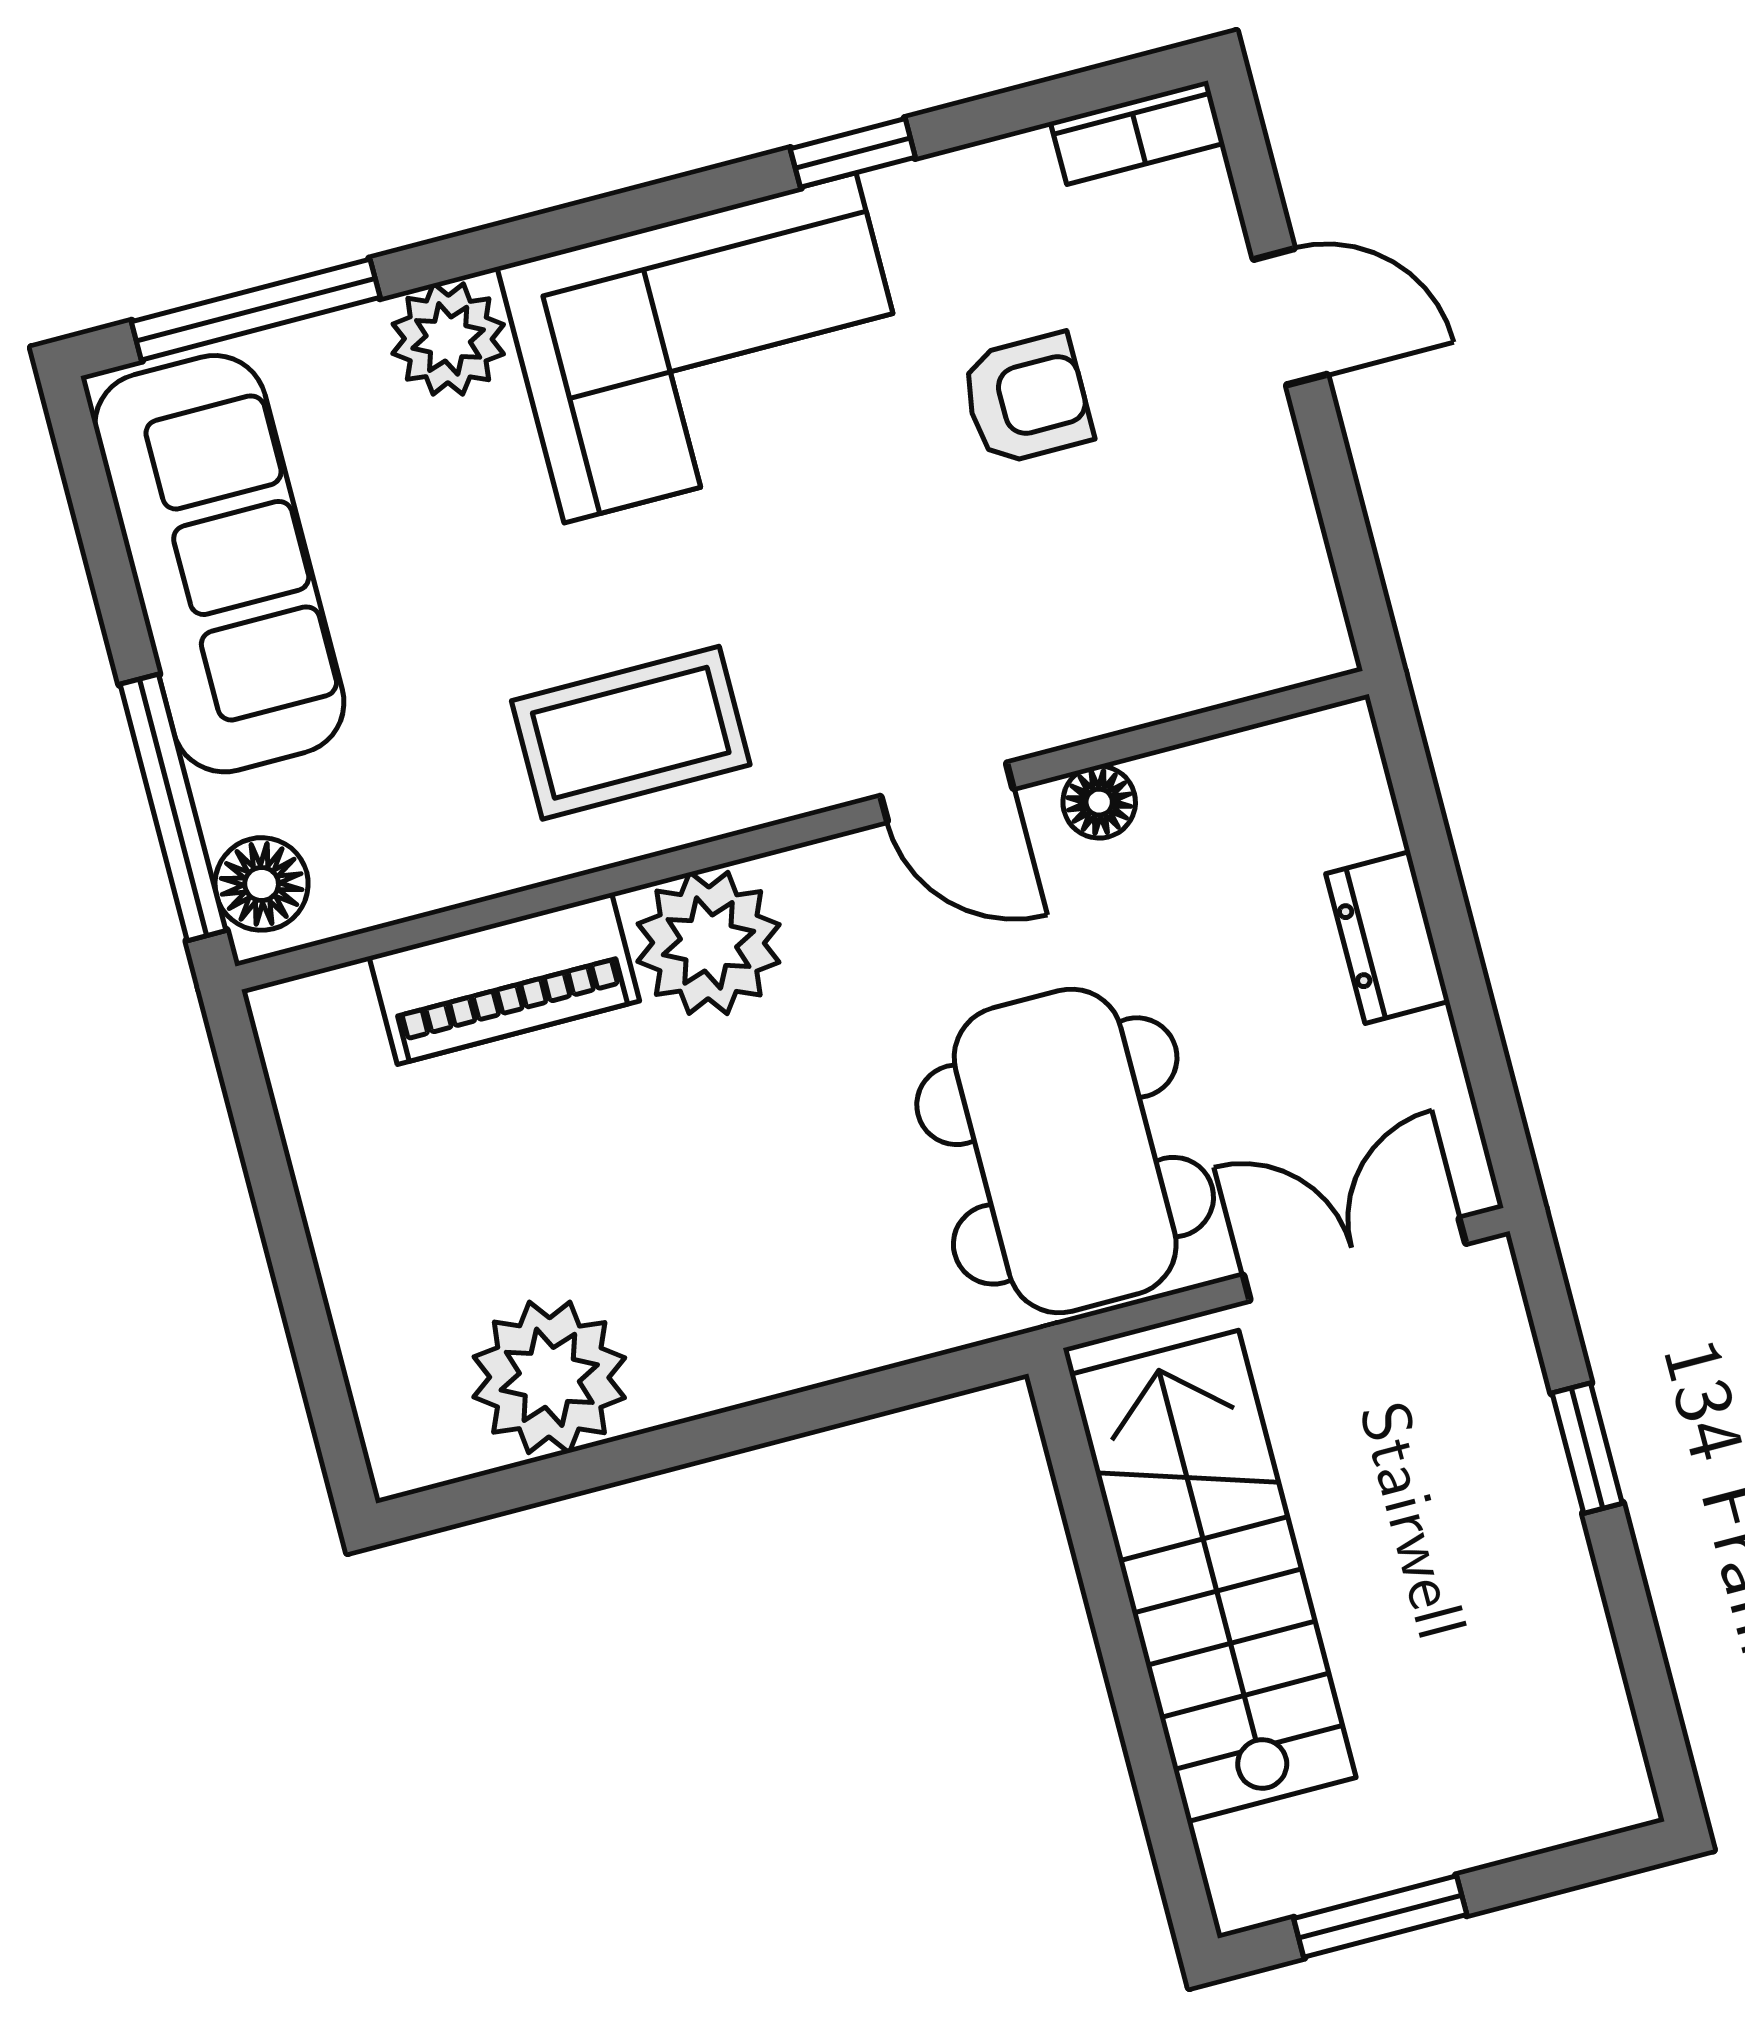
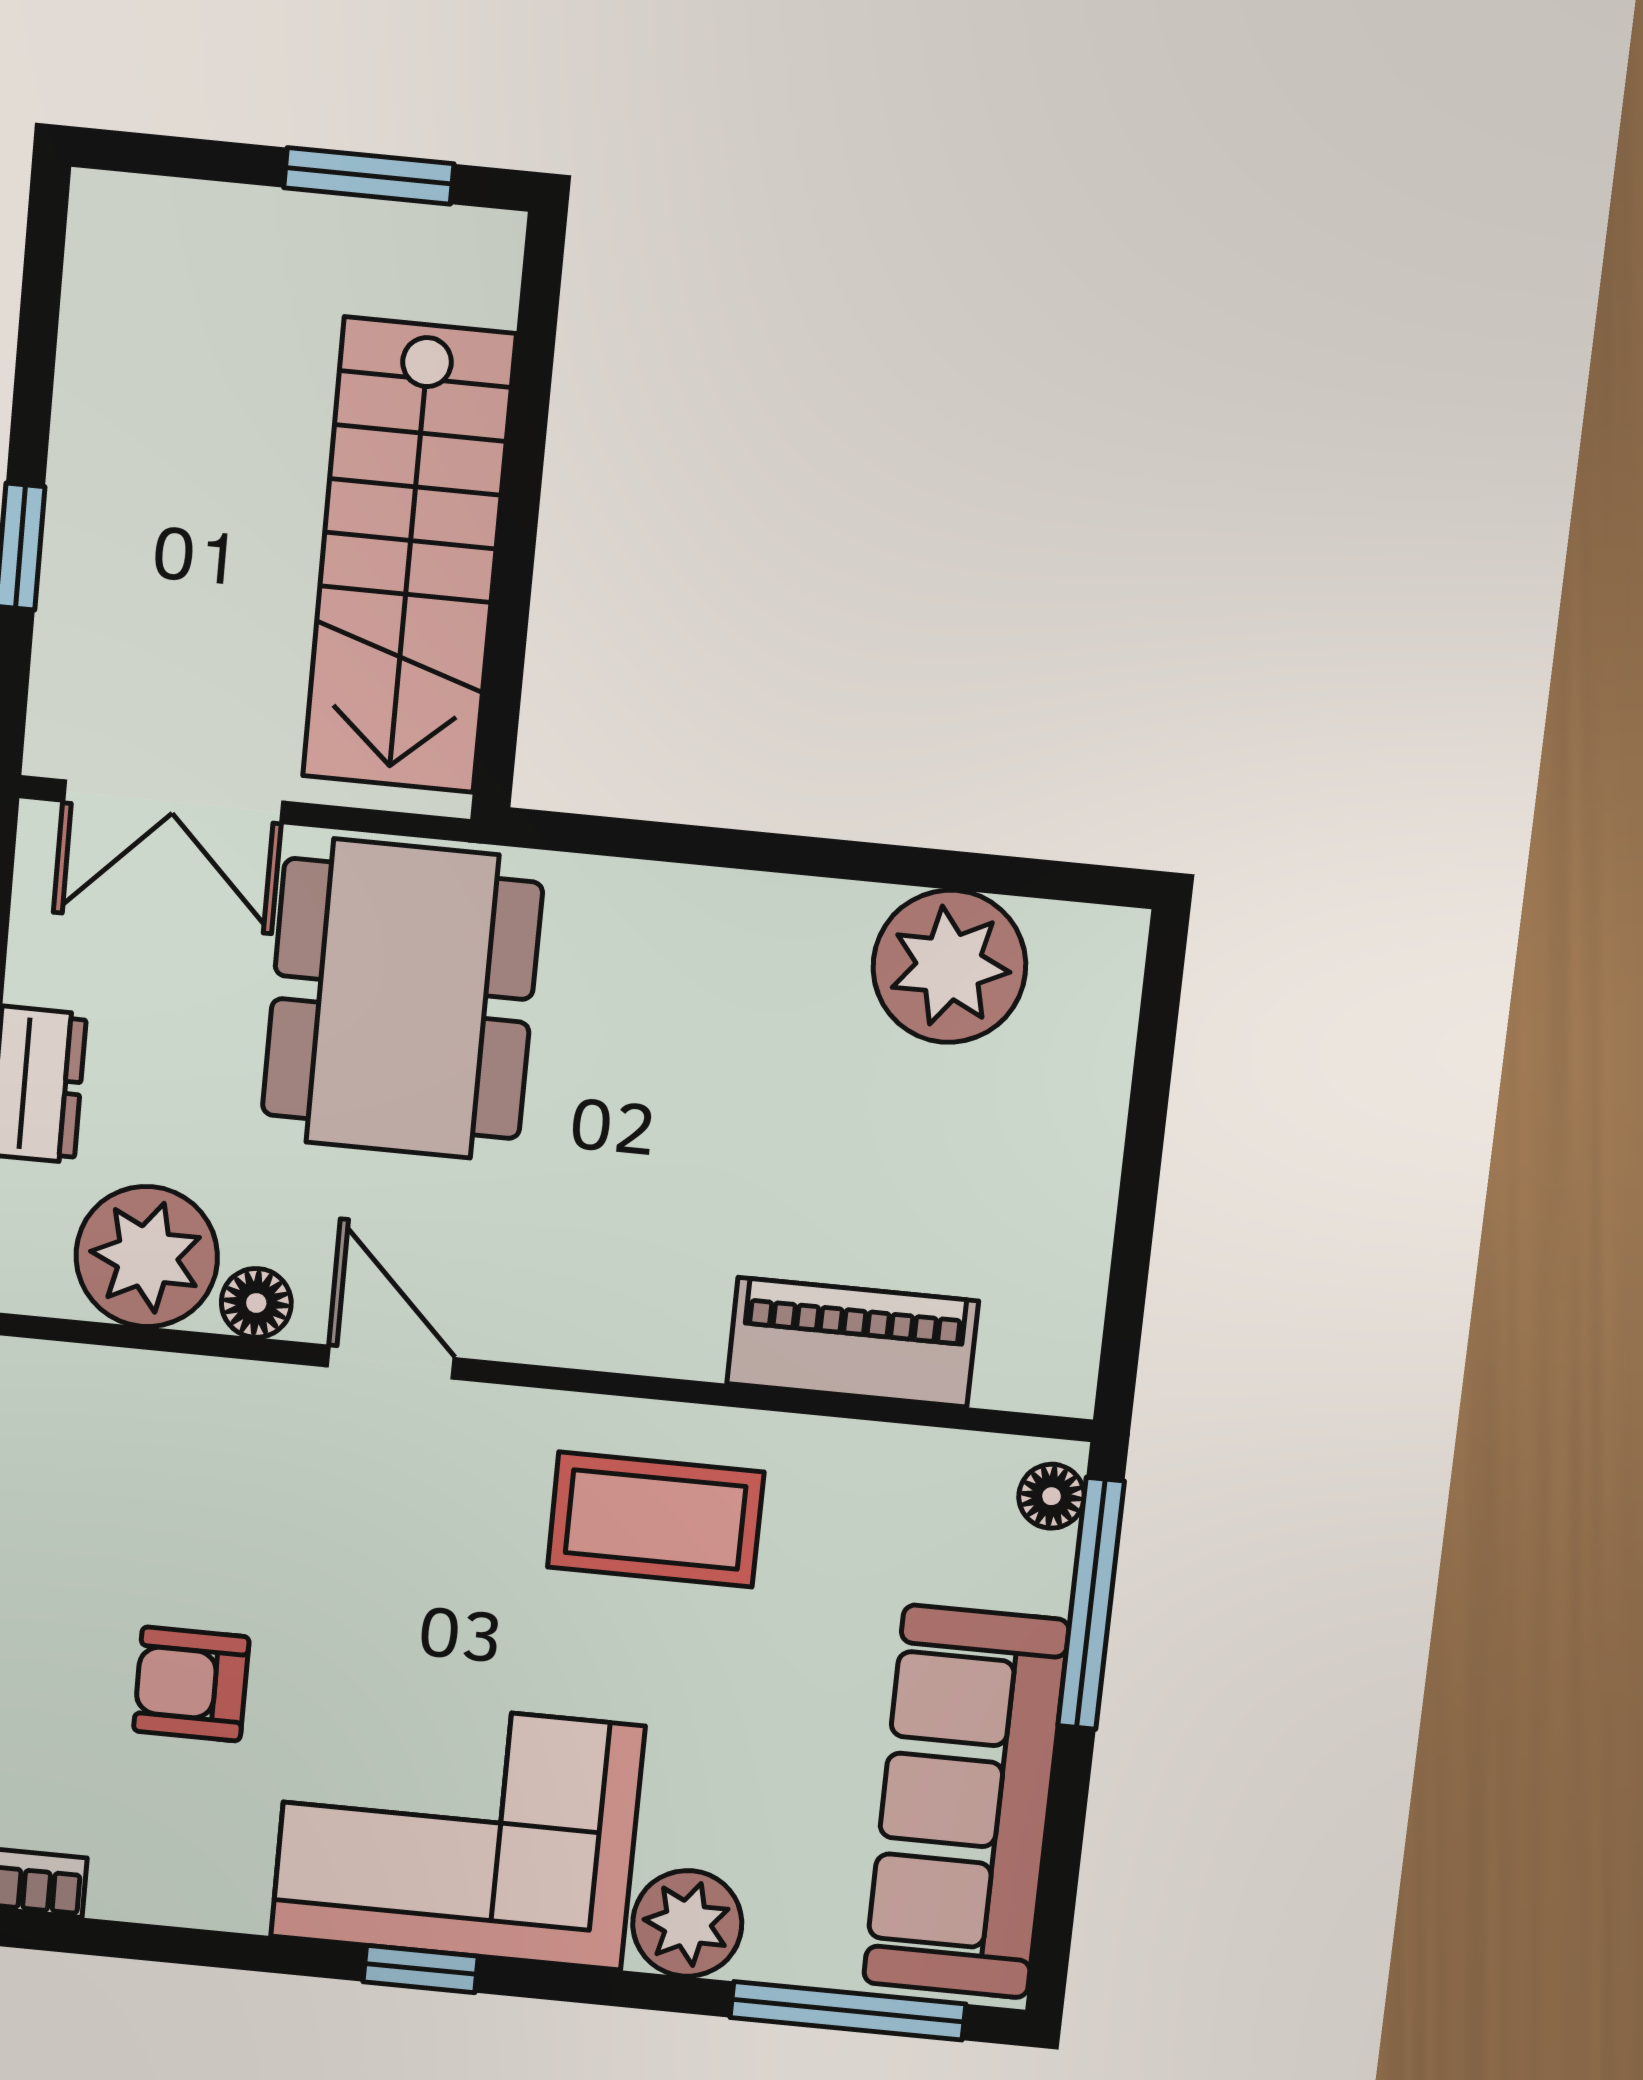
window: (853, 153) -> (421, 1969), moved
floor lamp: (262, 884) -> (1052, 1496), width x0.73, depth x0.73
plant: (708, 943) -> (147, 1257), moved

